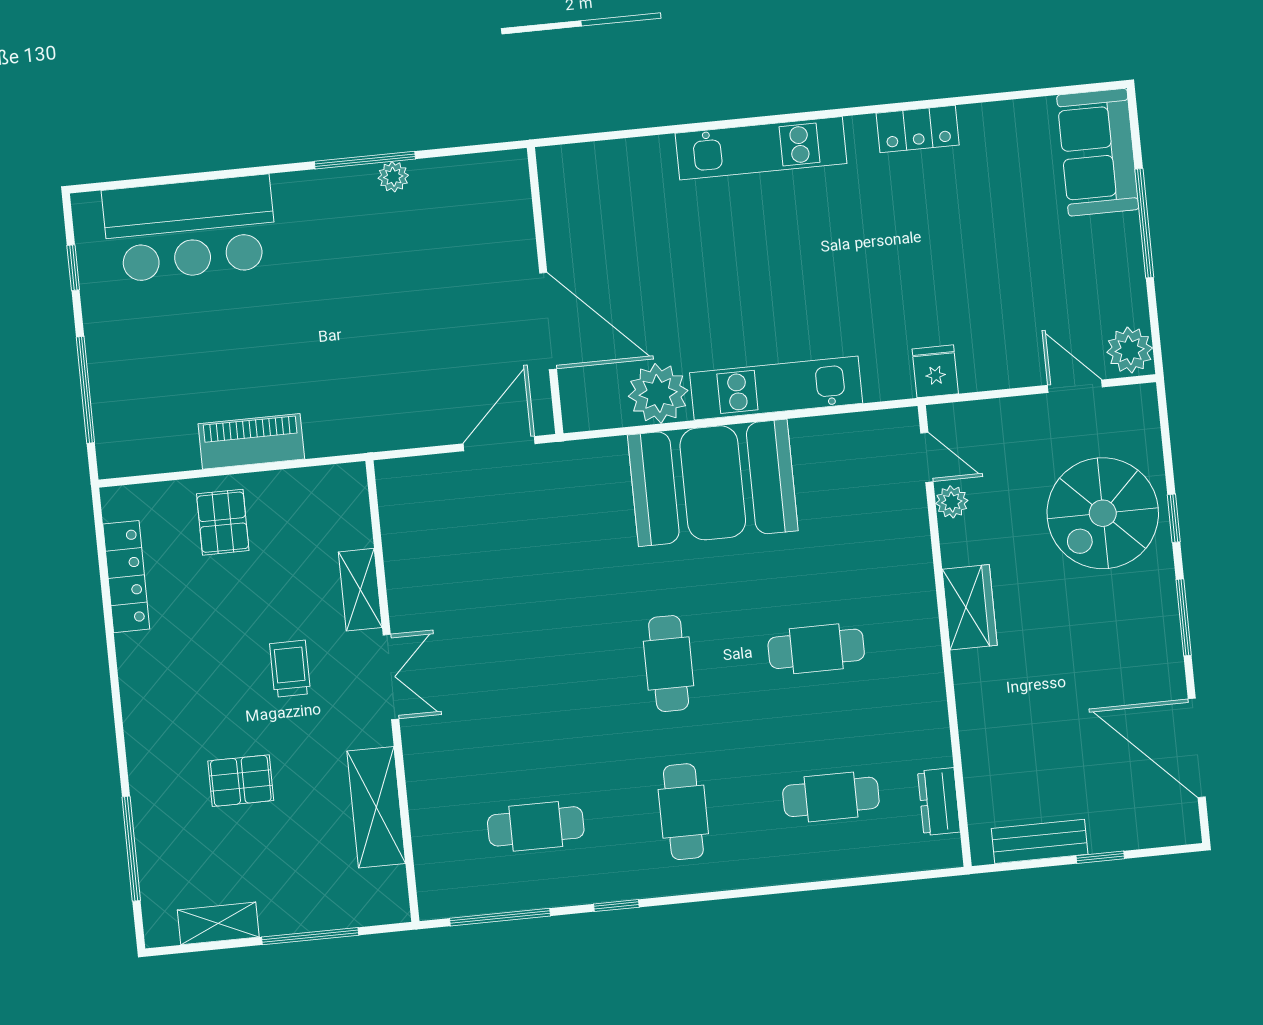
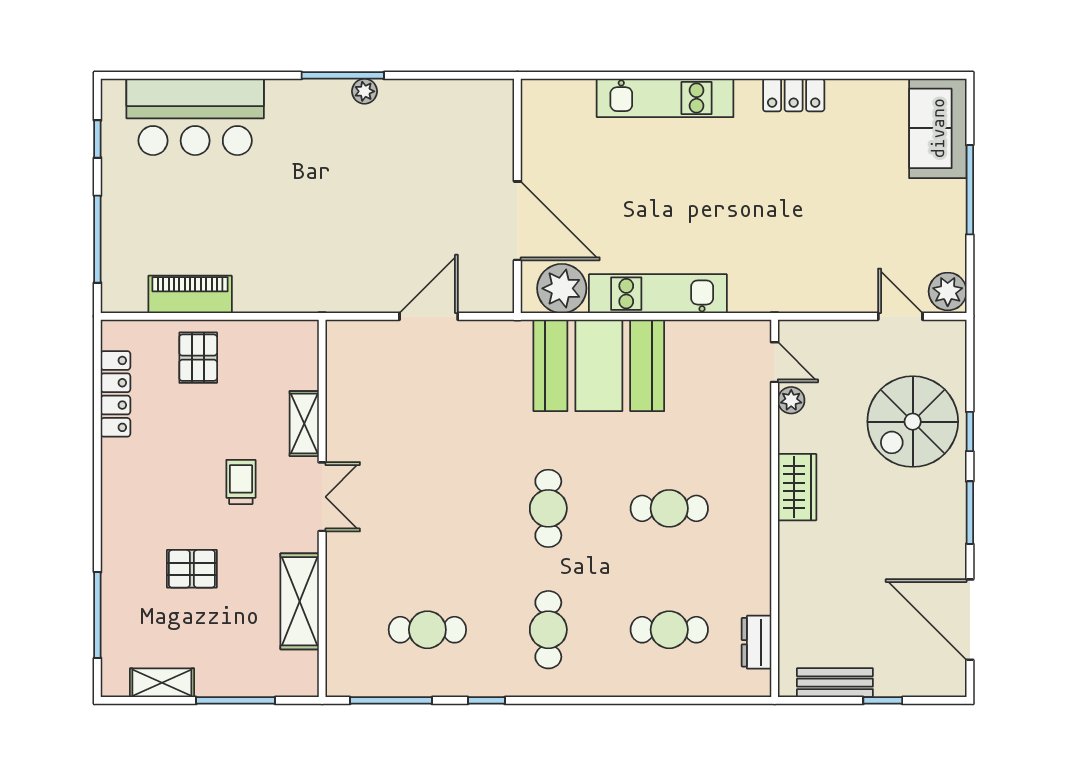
wall: (545, 291) -> (517, 196), moved
door: (548, 321) -> (517, 221), moved
fridge: (935, 371) -> (788, 293), removed
piano: (251, 441) -> (190, 294), moved

